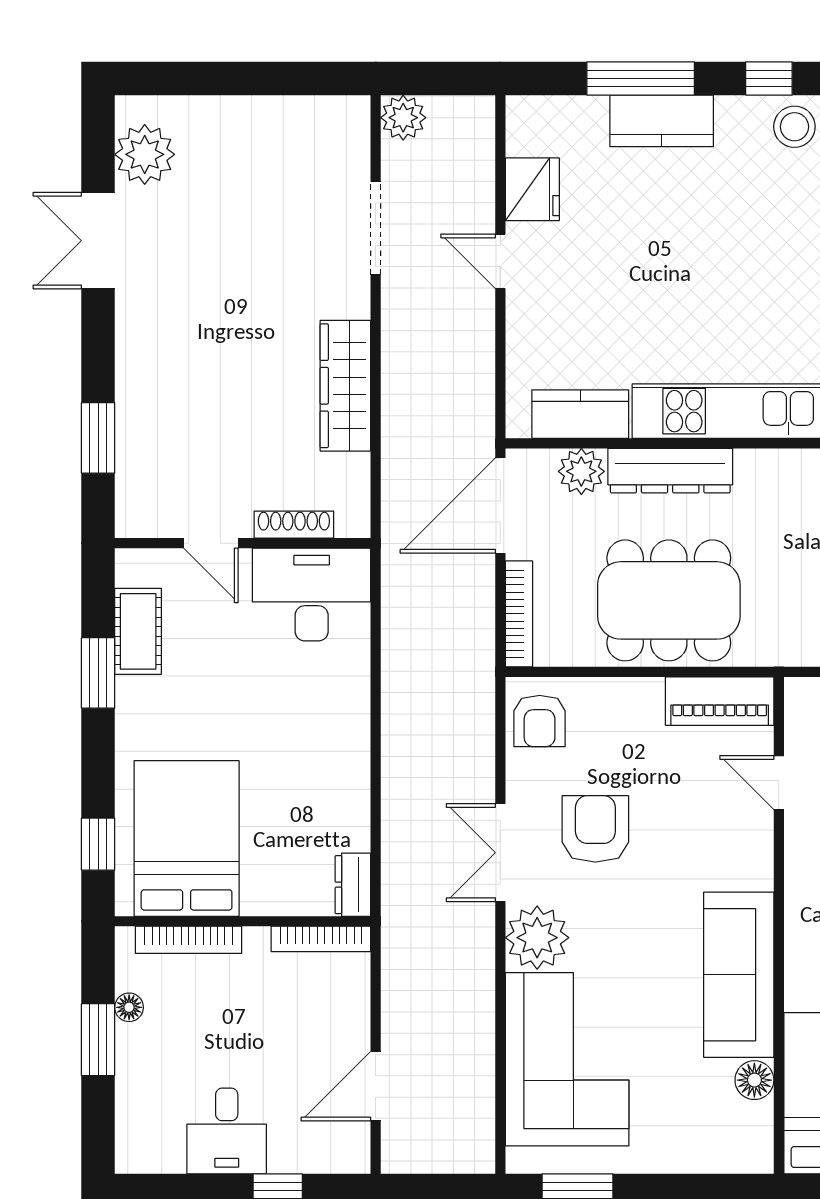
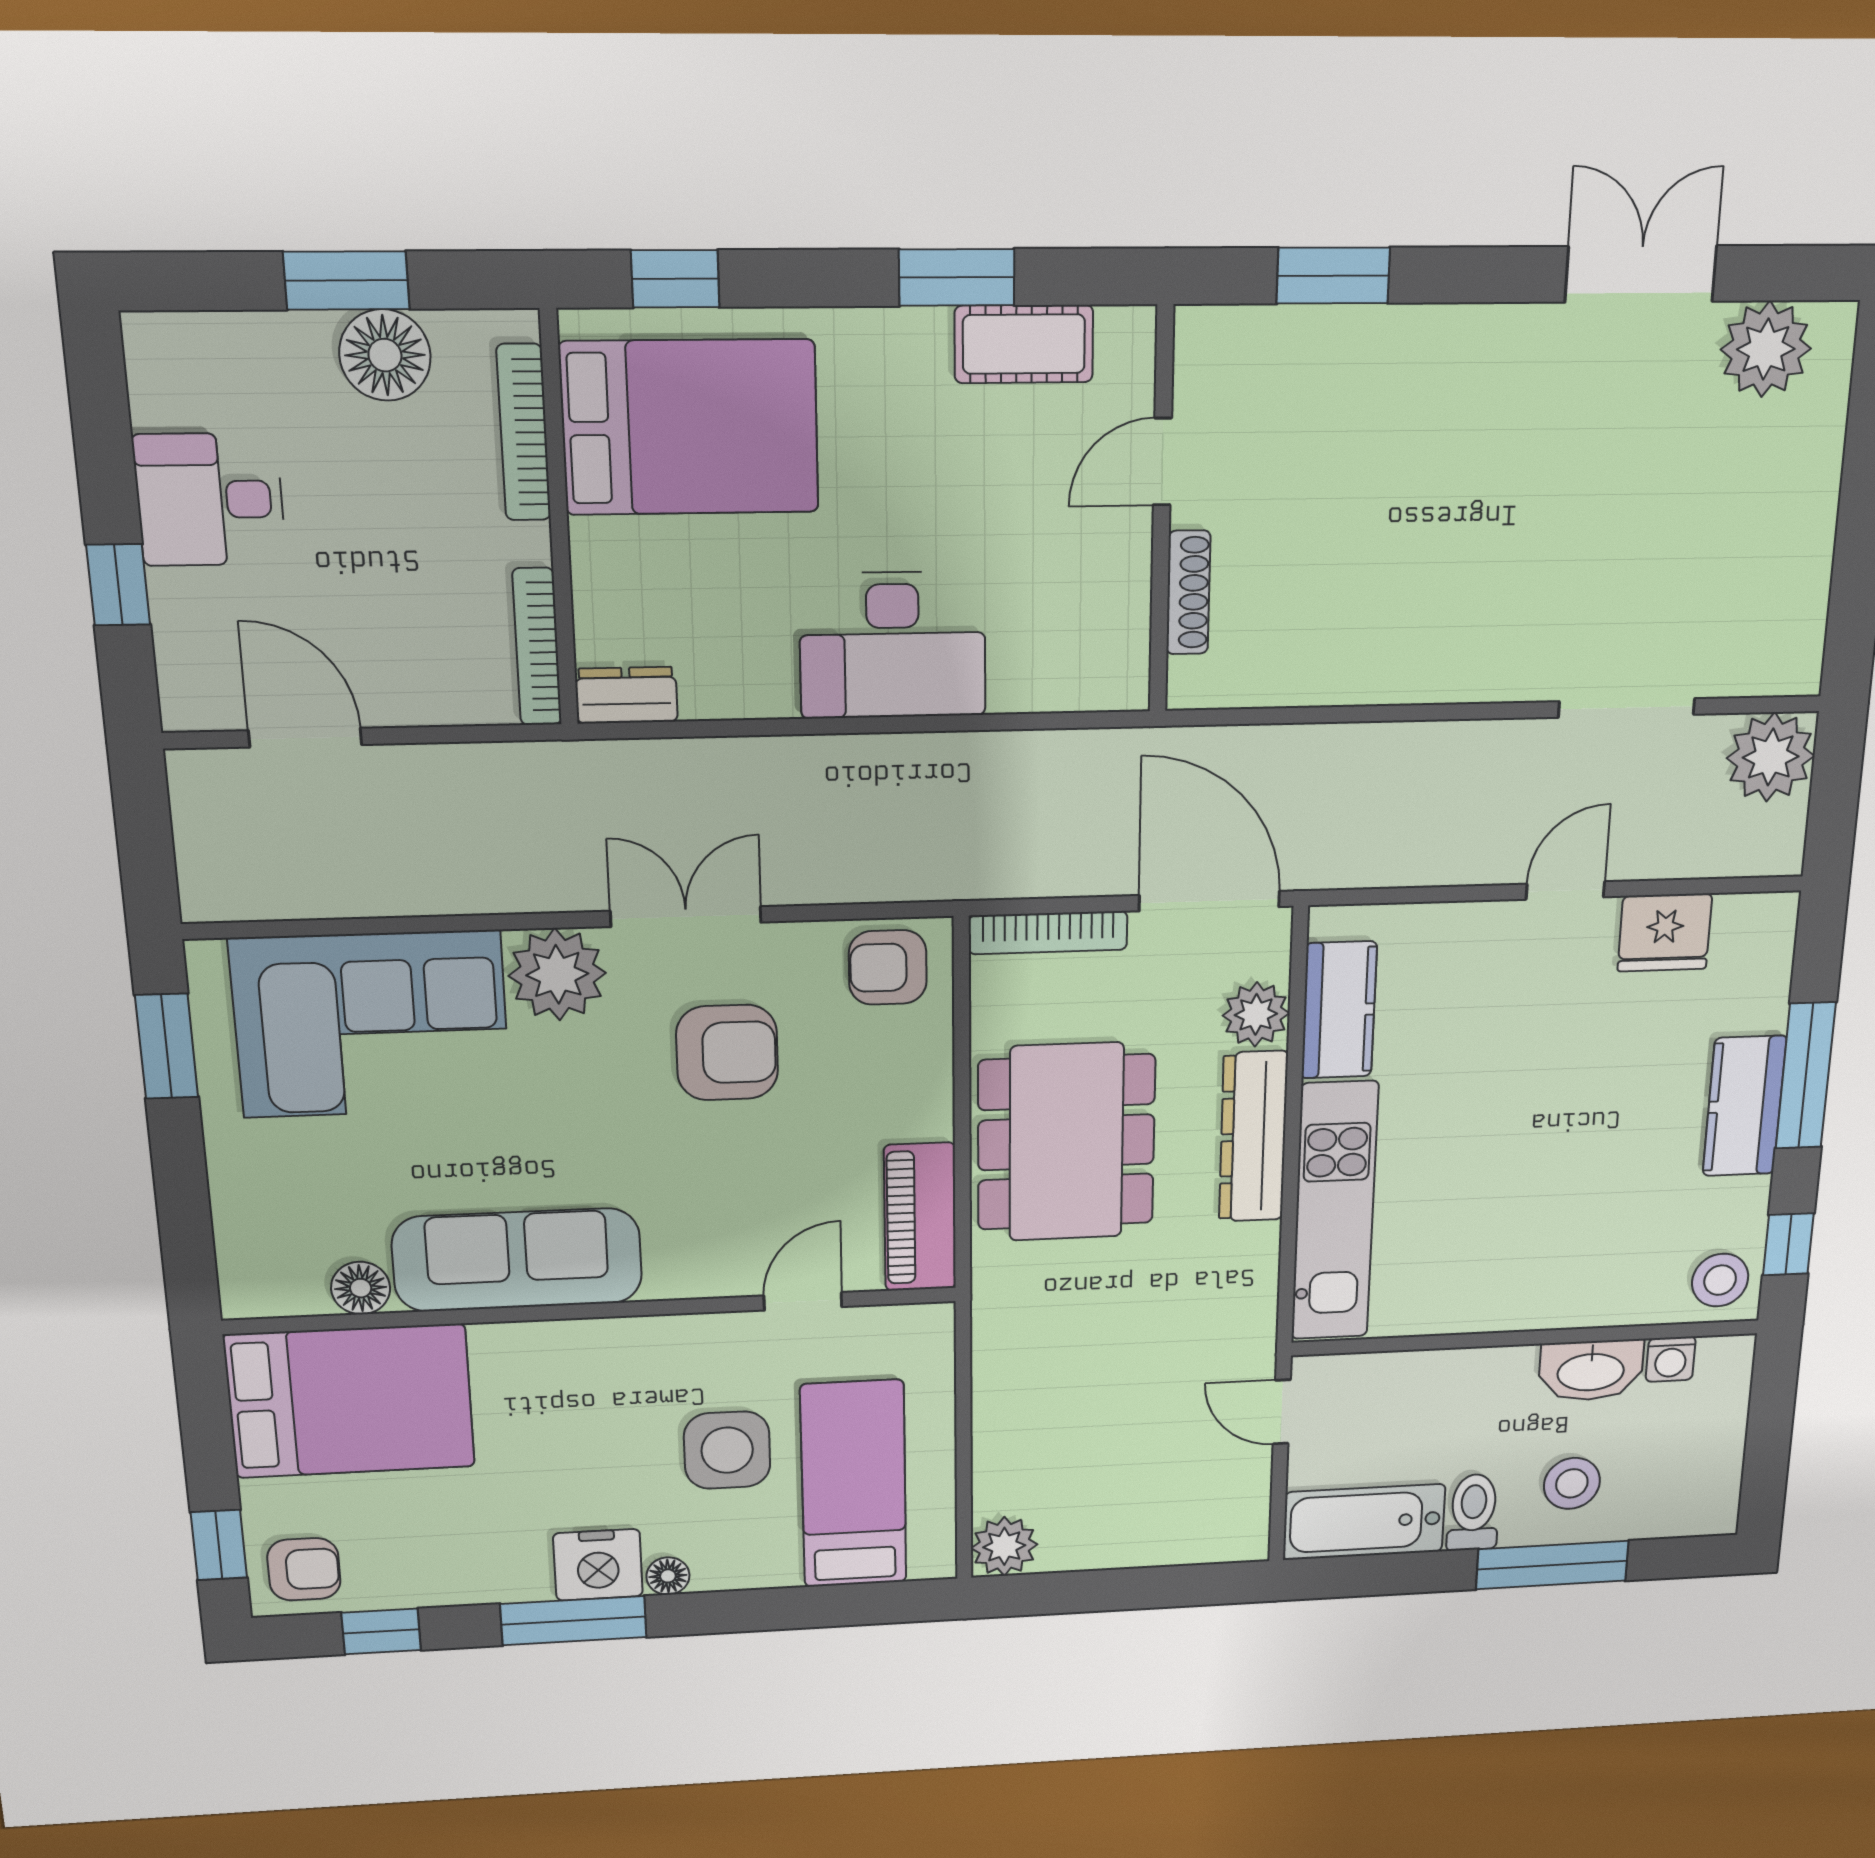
plant: (403, 118) -> (1771, 757), width x1.36, depth x1.36
wardrobe: (345, 386) -> (1396, 668), removed
desk: (312, 595) -> (893, 645), moved, turned 90
floor lamp: (129, 1007) -> (385, 355), width x1.89, depth x1.89

